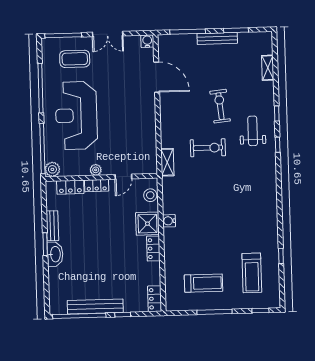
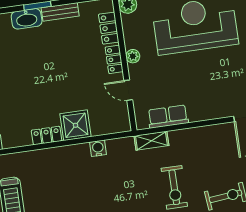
row of seats: (149, 146) -> (168, 117), added
stool: (150, 195) -> (110, 125), removed
water cooler: (169, 221) -> (98, 148), moved

